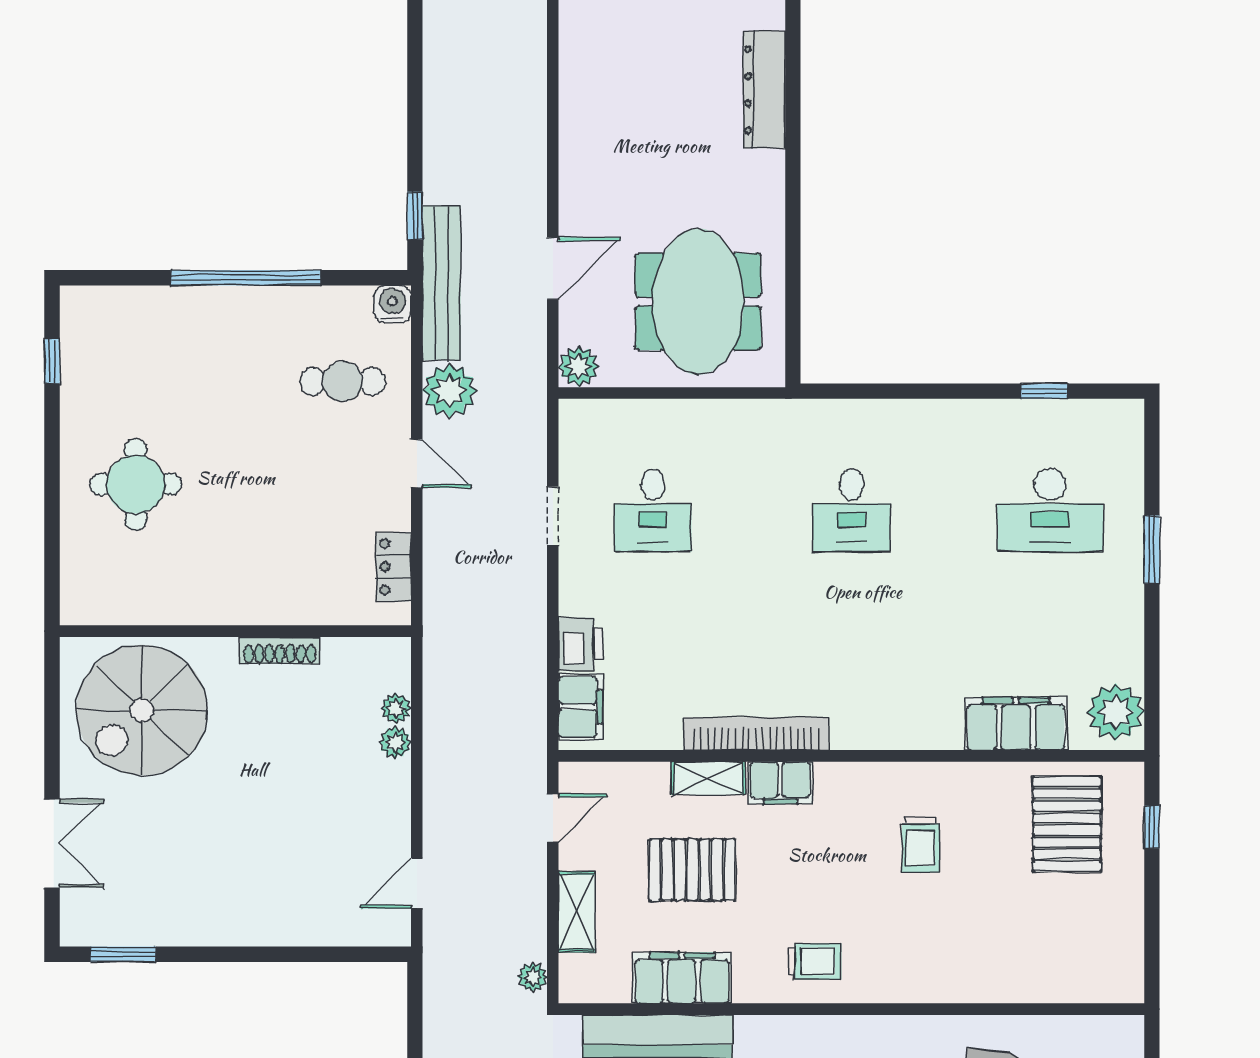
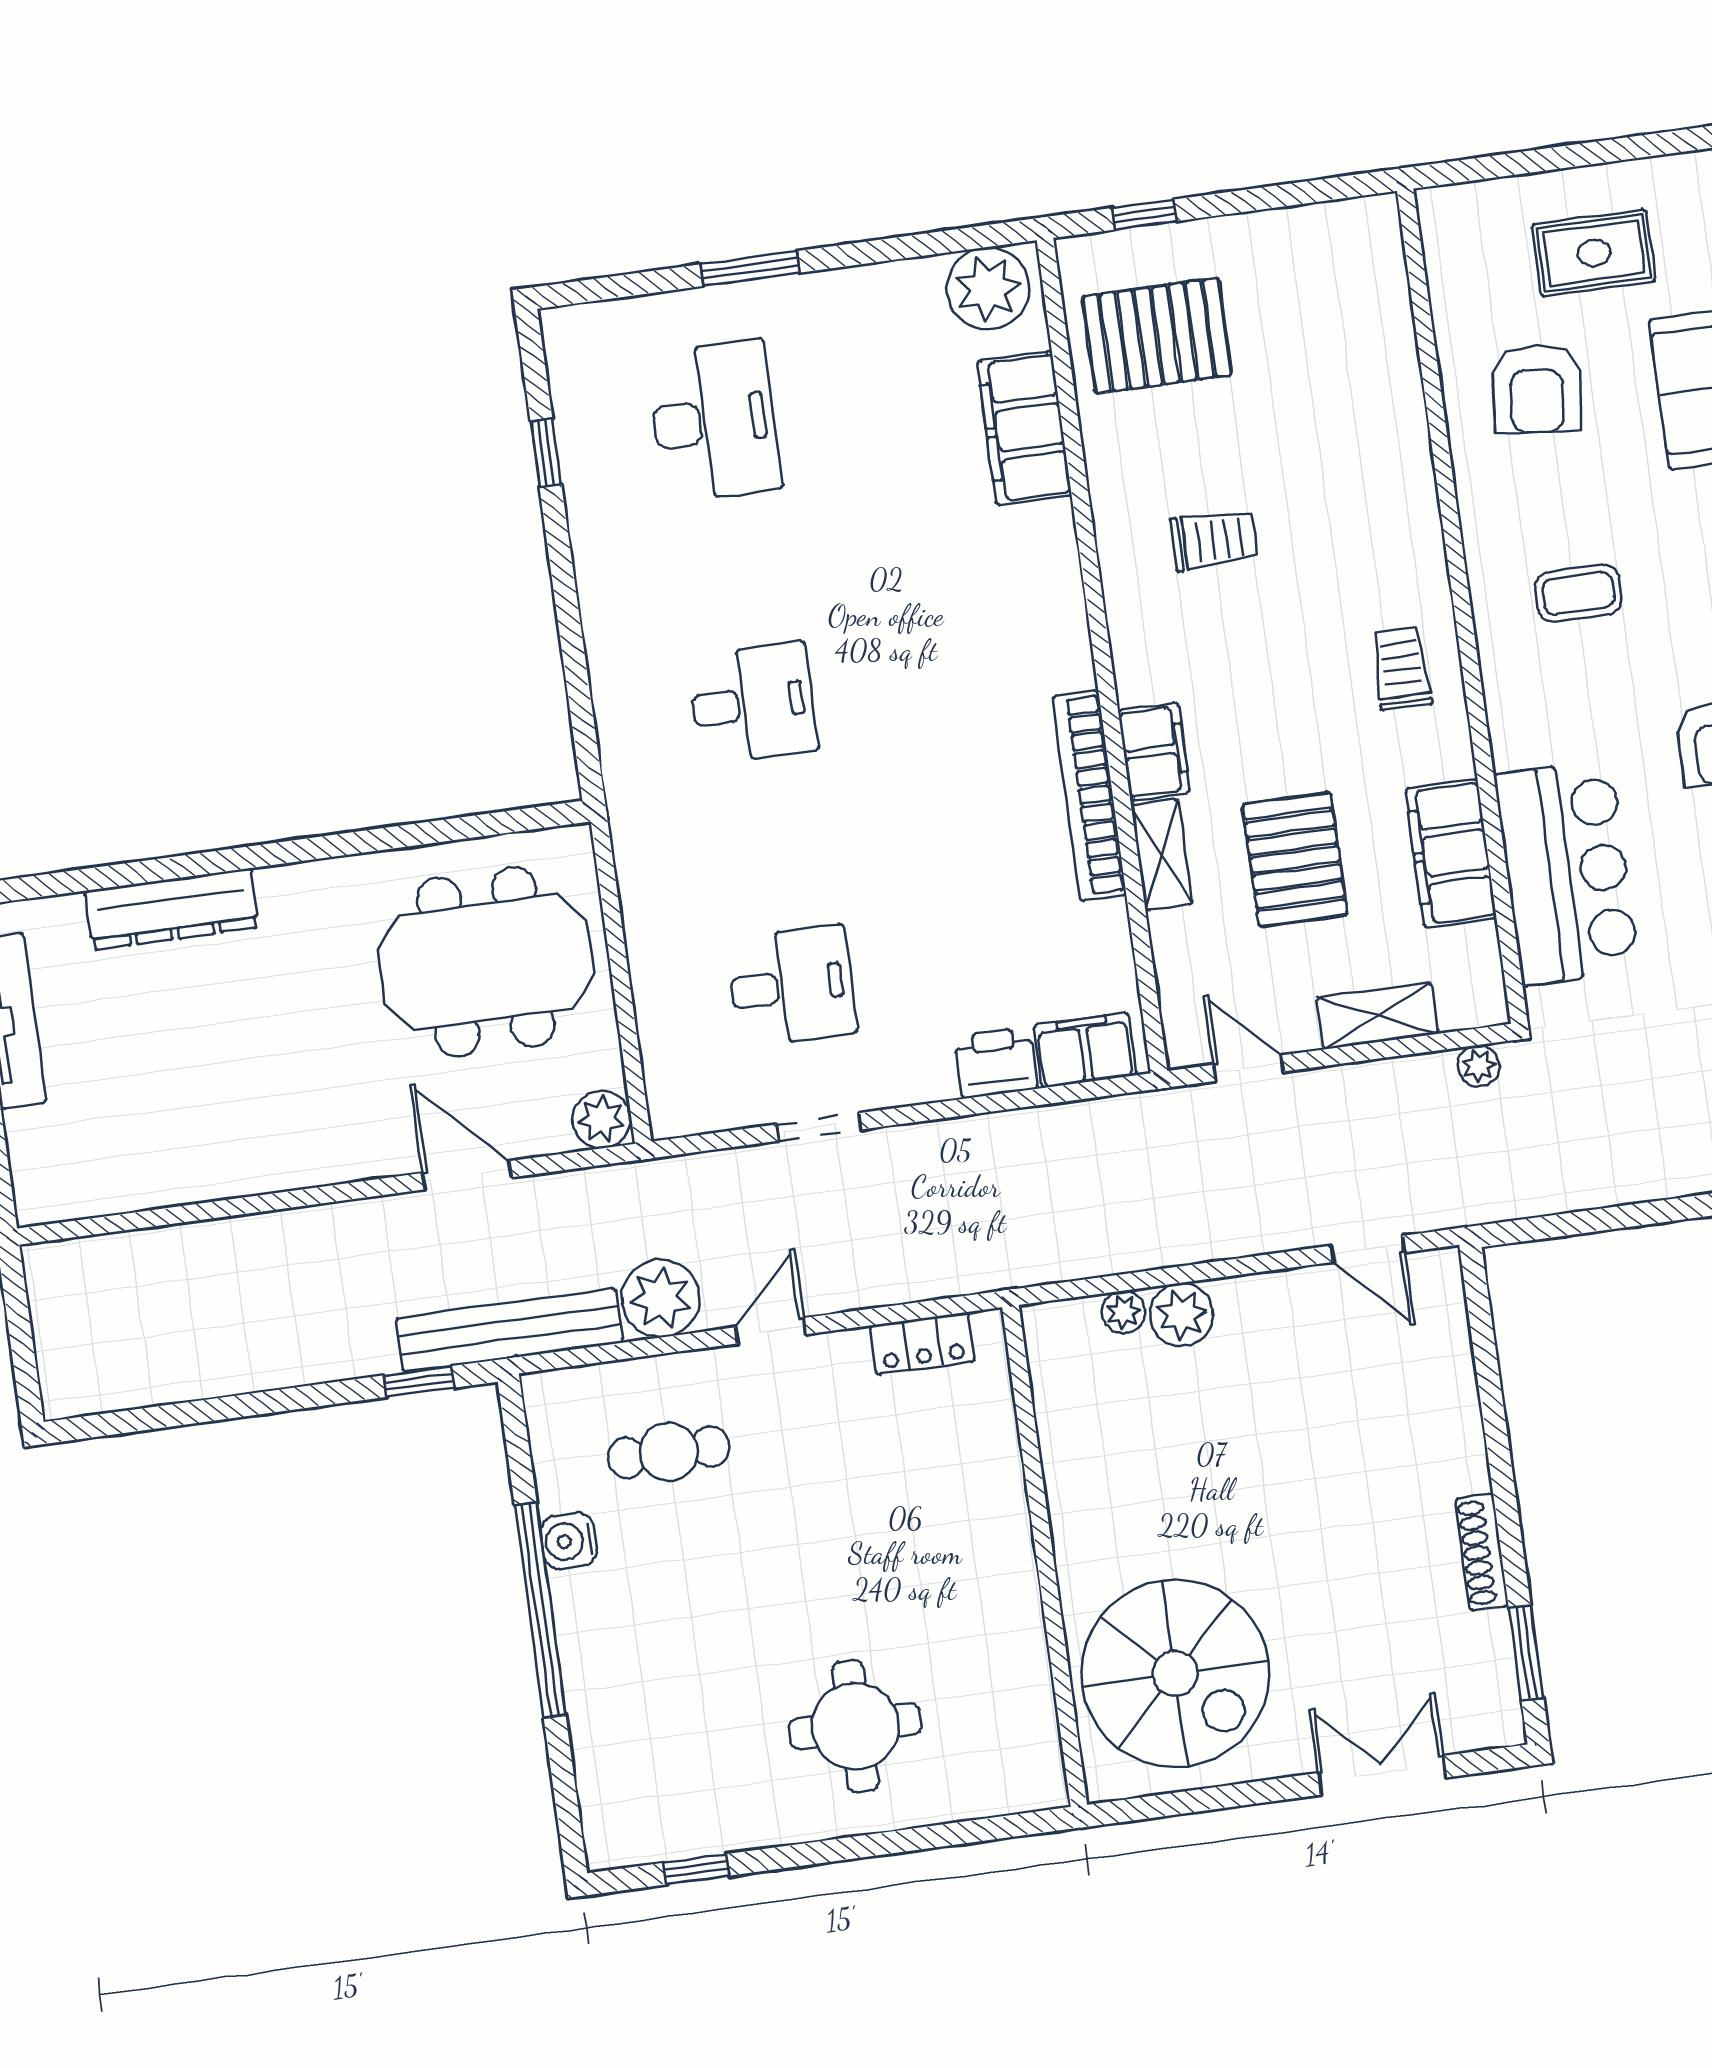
water cooler: (392, 304) -> (569, 1541), moved
cafe table: (343, 381) -> (669, 1452), turned 90
shoe rack: (280, 650) -> (1482, 1552), moved, turned 180
plant: (395, 742) -> (1182, 1315), width x1.38, depth x1.38

